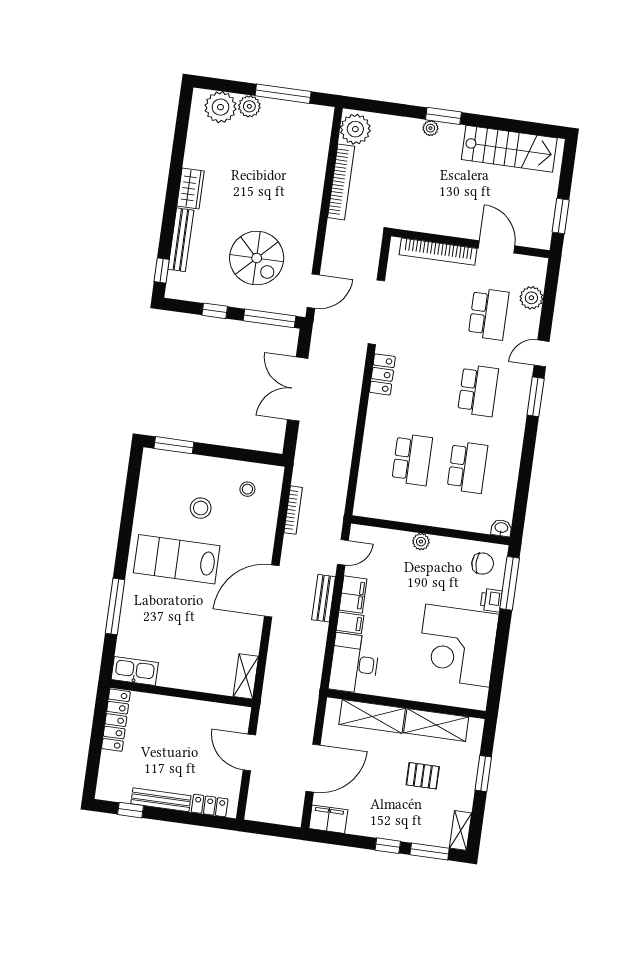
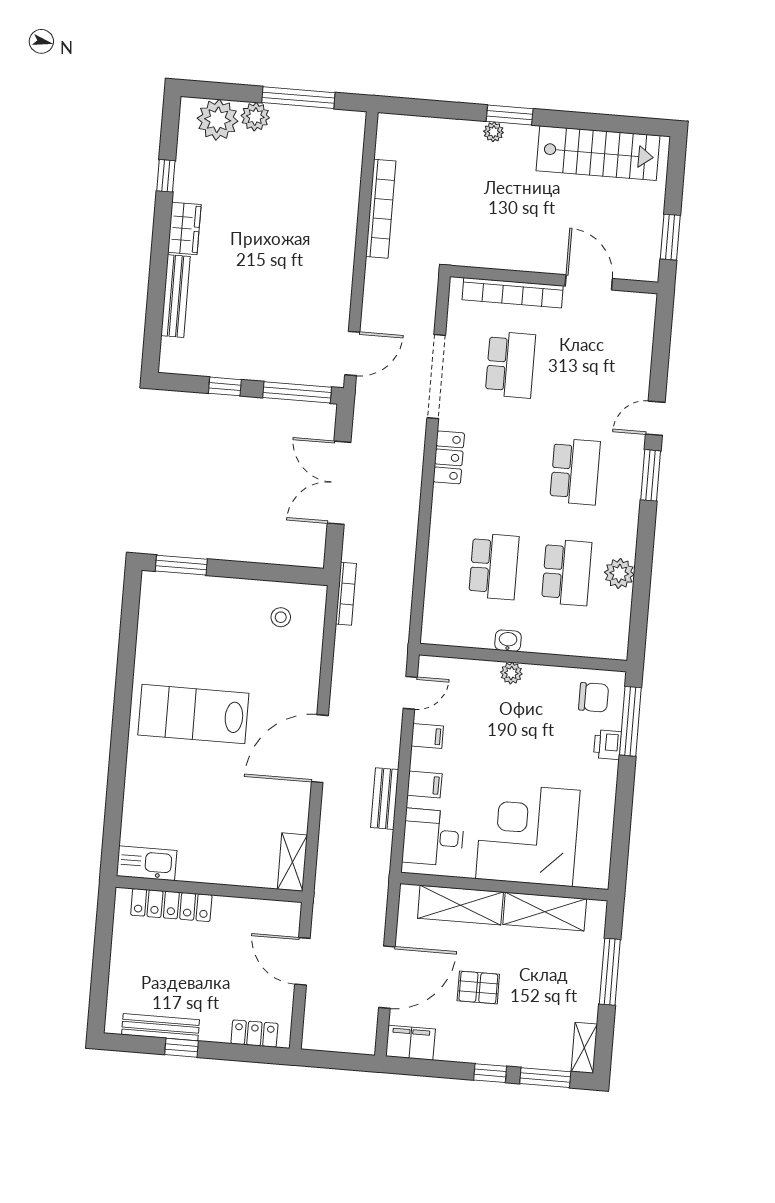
plant: (355, 129) -> (395, 139), removed
spiral stairs: (257, 258) -> (276, 314), removed
window: (162, 270) -> (166, 176), moved
plant: (531, 298) -> (619, 573), moved
school desk: (489, 314) -> (510, 365), moved
stool: (201, 508) -> (221, 645), removed
bookcase: (293, 510) -> (346, 594), moved
washbasin: (501, 528) -> (508, 641), moved
filing cabinet: (353, 595) -> (427, 736), width x0.50
bench: (324, 598) -> (385, 799), moved
window: (115, 606) -> (116, 780), removed
corner desk: (457, 646) -> (528, 835), moved, turned 90
desk: (354, 664) -> (433, 837), width x0.73
locker: (116, 720) -> (171, 905), moved, turned 90
window: (483, 774) -> (610, 972), width x1.44
pallet: (423, 776) -> (478, 987), moved
bench: (161, 800) -> (161, 1027), moved
window: (130, 810) -> (181, 1048), moved

